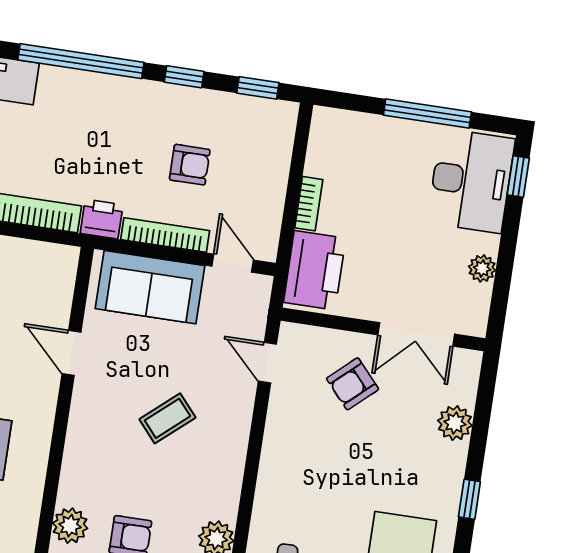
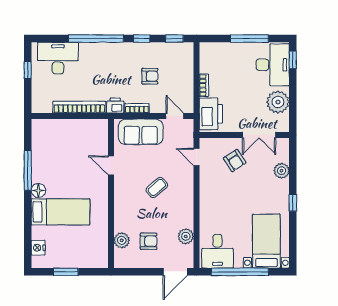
bookcase: (165, 235) -> (137, 108), width x0.64
plant: (482, 268) -> (278, 102), width x1.88, depth x1.88
armchair: (353, 384) -> (235, 160), turned -81

